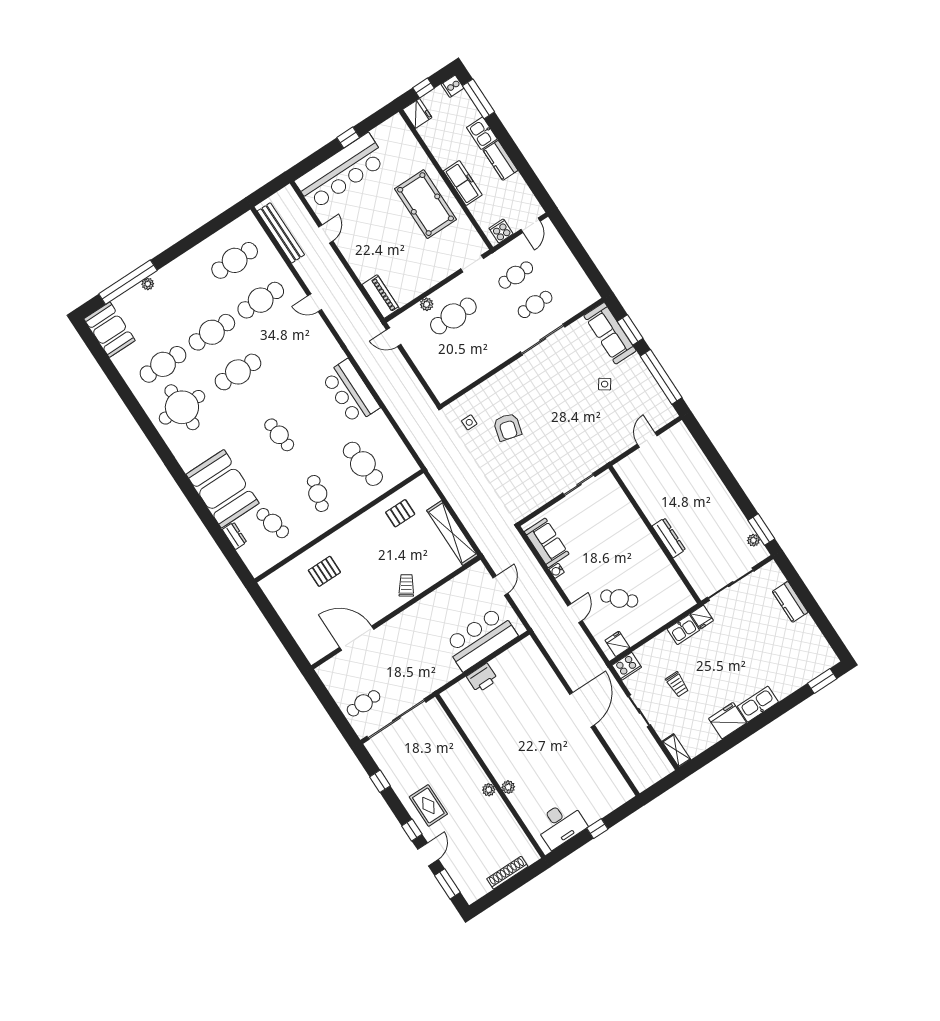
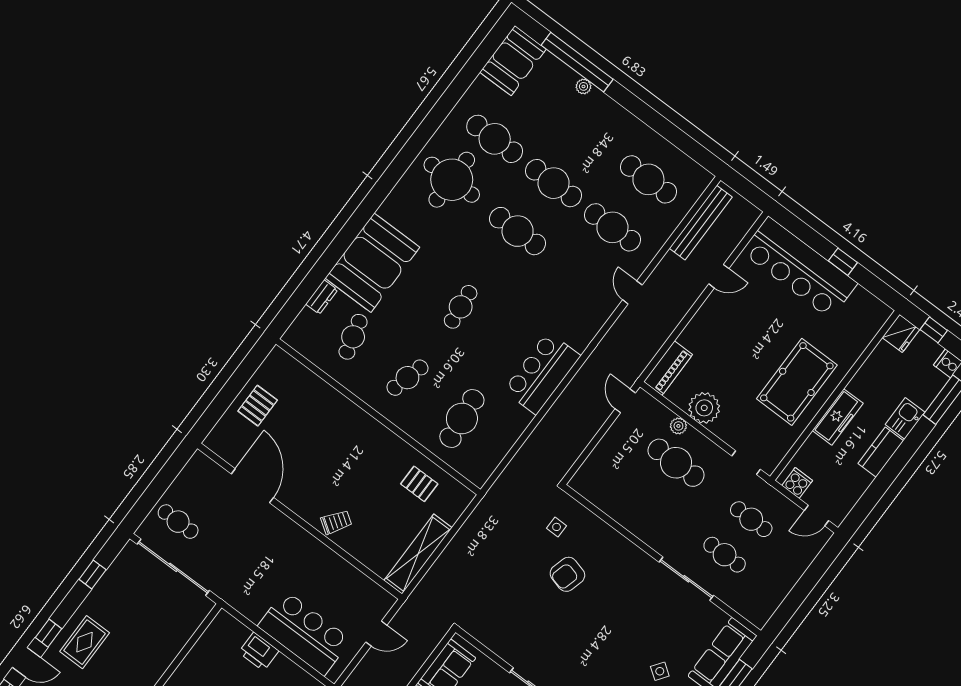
plant: (420, 280) -> (704, 408), added
pallet: (324, 571) -> (258, 406), moved, turned 90

